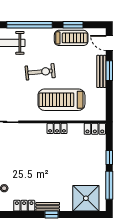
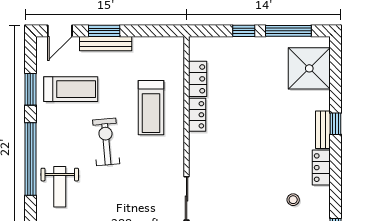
treadmill: (71, 38) -> (71, 89), moved, turned 90
treadmill: (61, 100) -> (151, 108), width x0.73, depth x0.73
locker: (95, 129) -> (198, 79), moved

